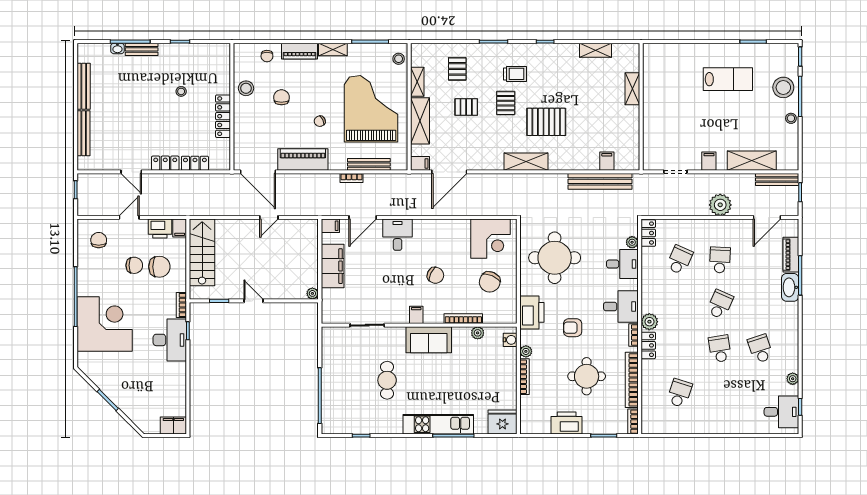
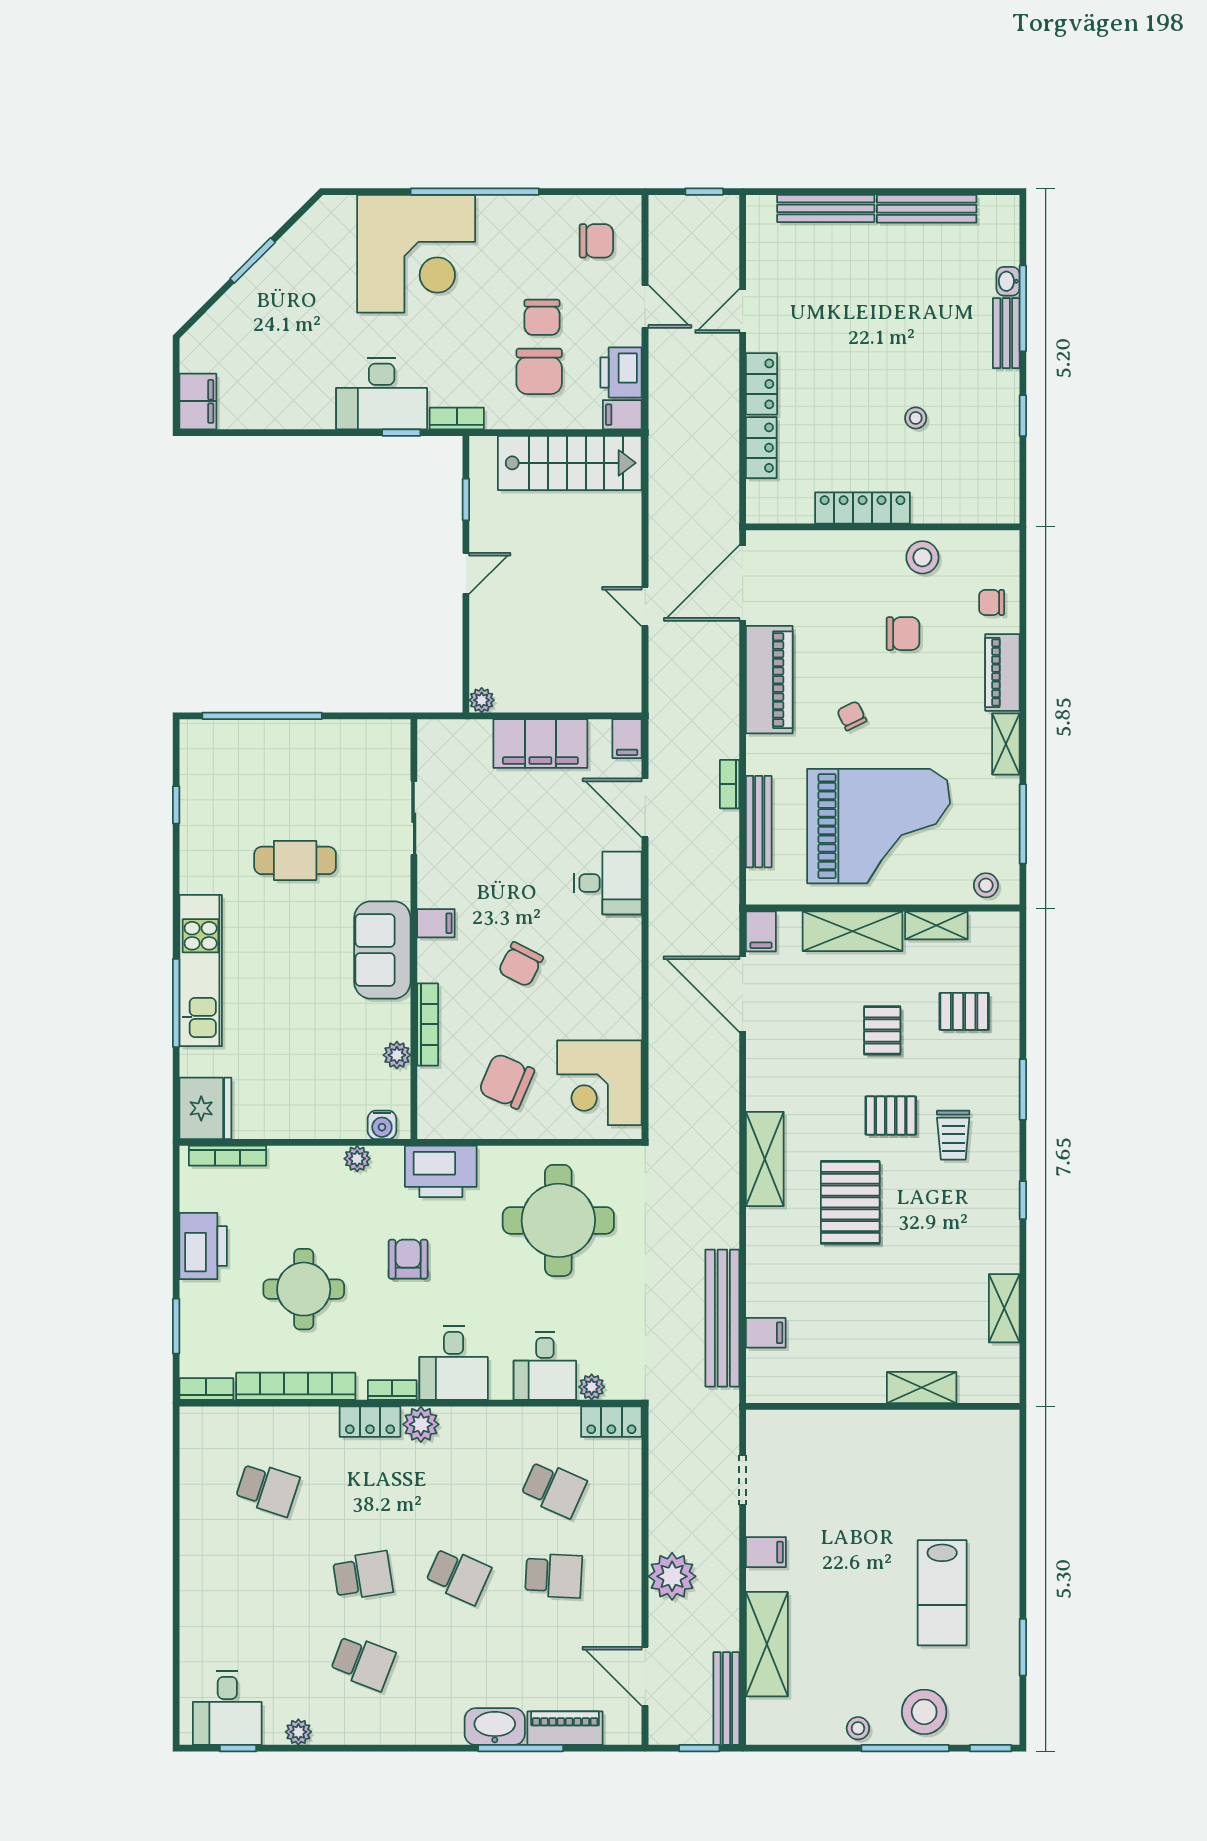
school desk: (760, 349) -> (363, 1662), turned 39
bookcase: (524, 377) -> (228, 1156), moved

